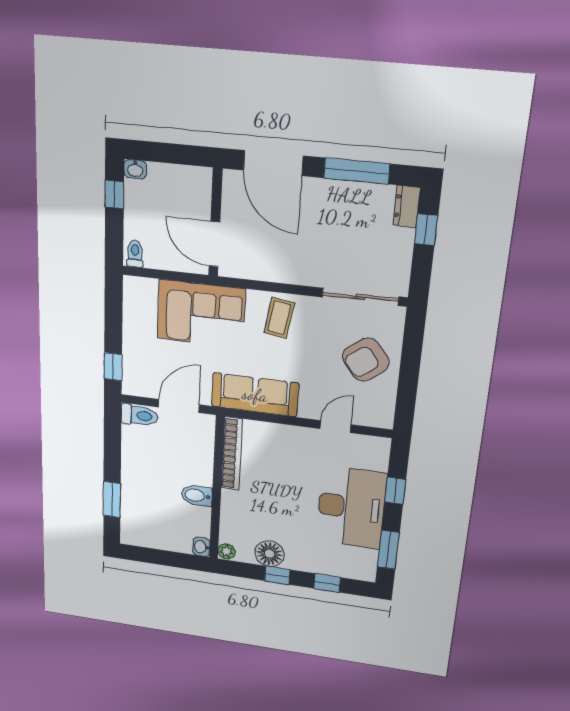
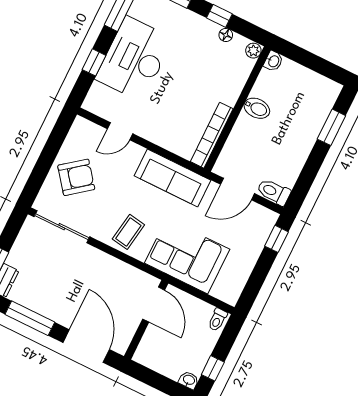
floor lamp: (269, 554) -> (226, 35), width x0.53, depth x0.53

